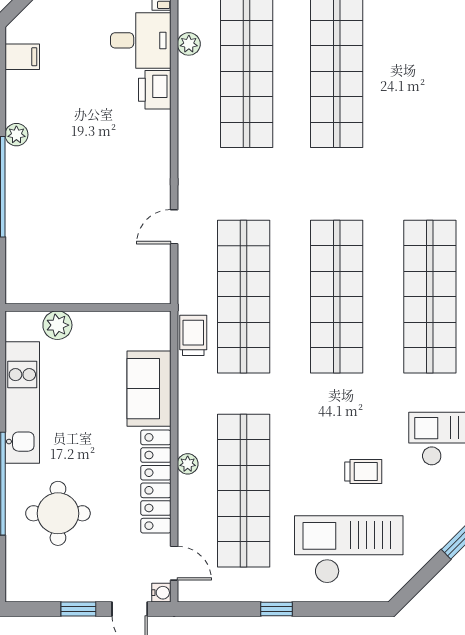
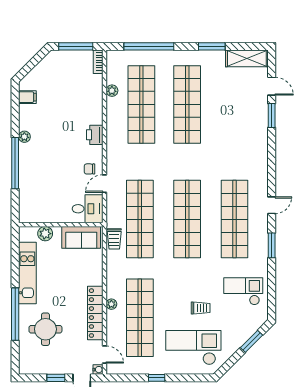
desk: (141, 40) -> (88, 209), moved
printer: (155, 90) -> (95, 135), moved
chair: (145, 198) -> (89, 169), added
trolley: (193, 335) -> (114, 239), turned 180
sofa: (149, 389) -> (81, 237), moved, turned -90

